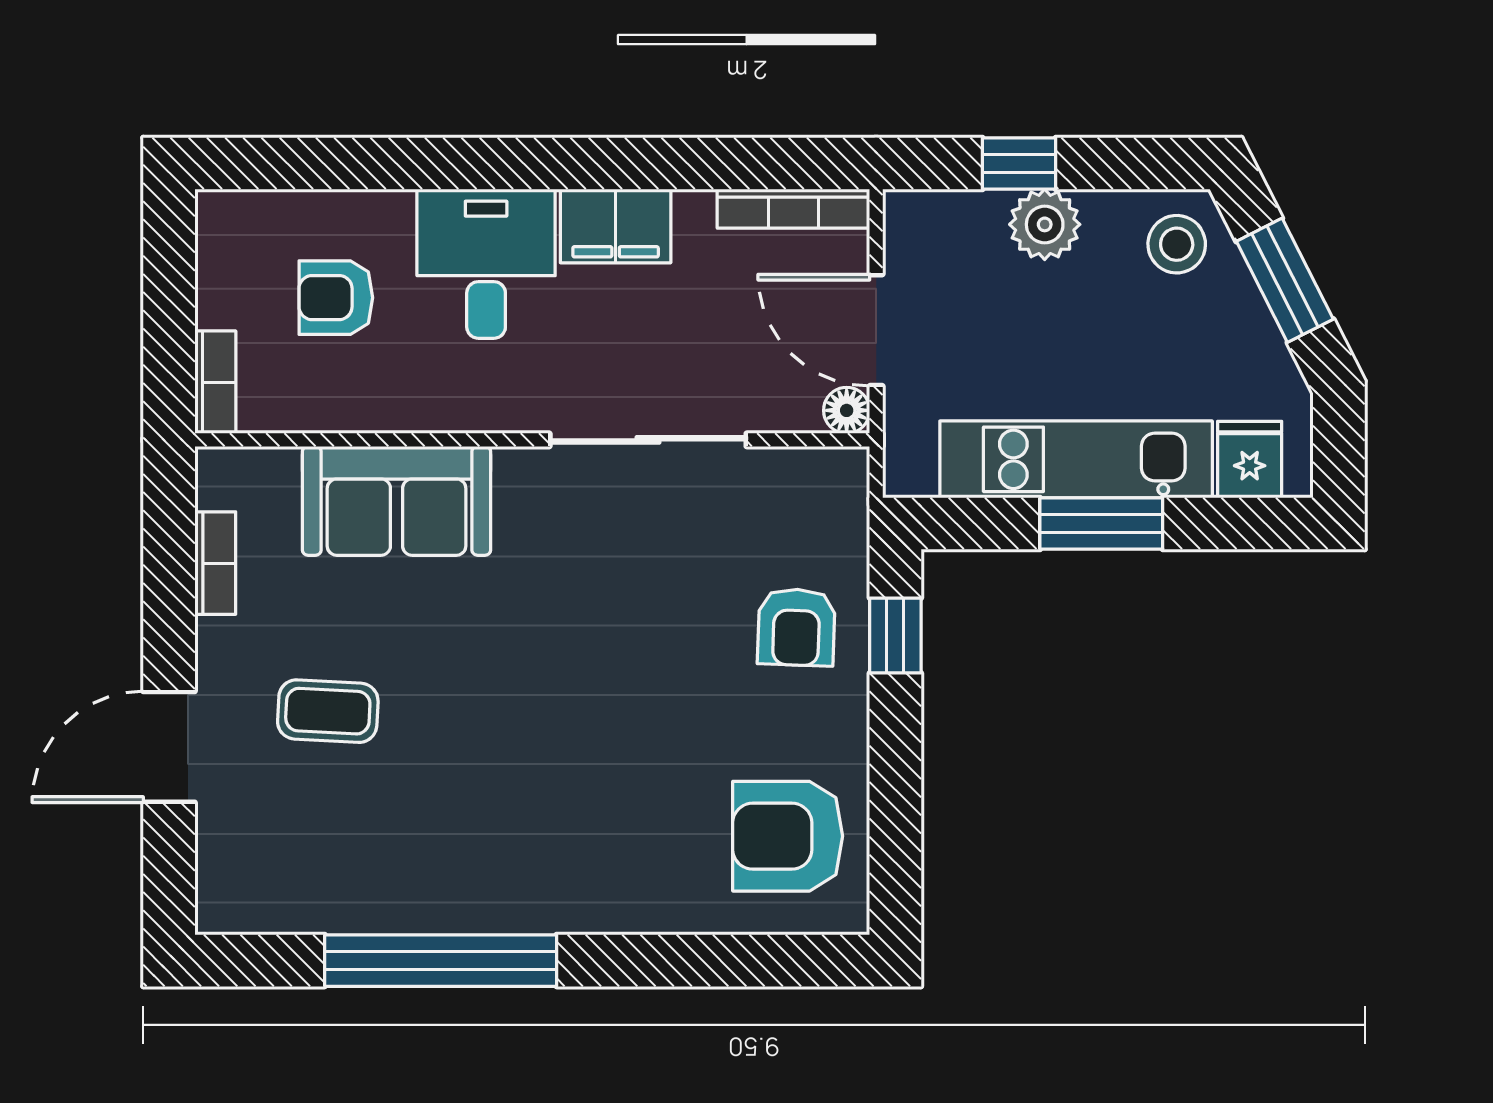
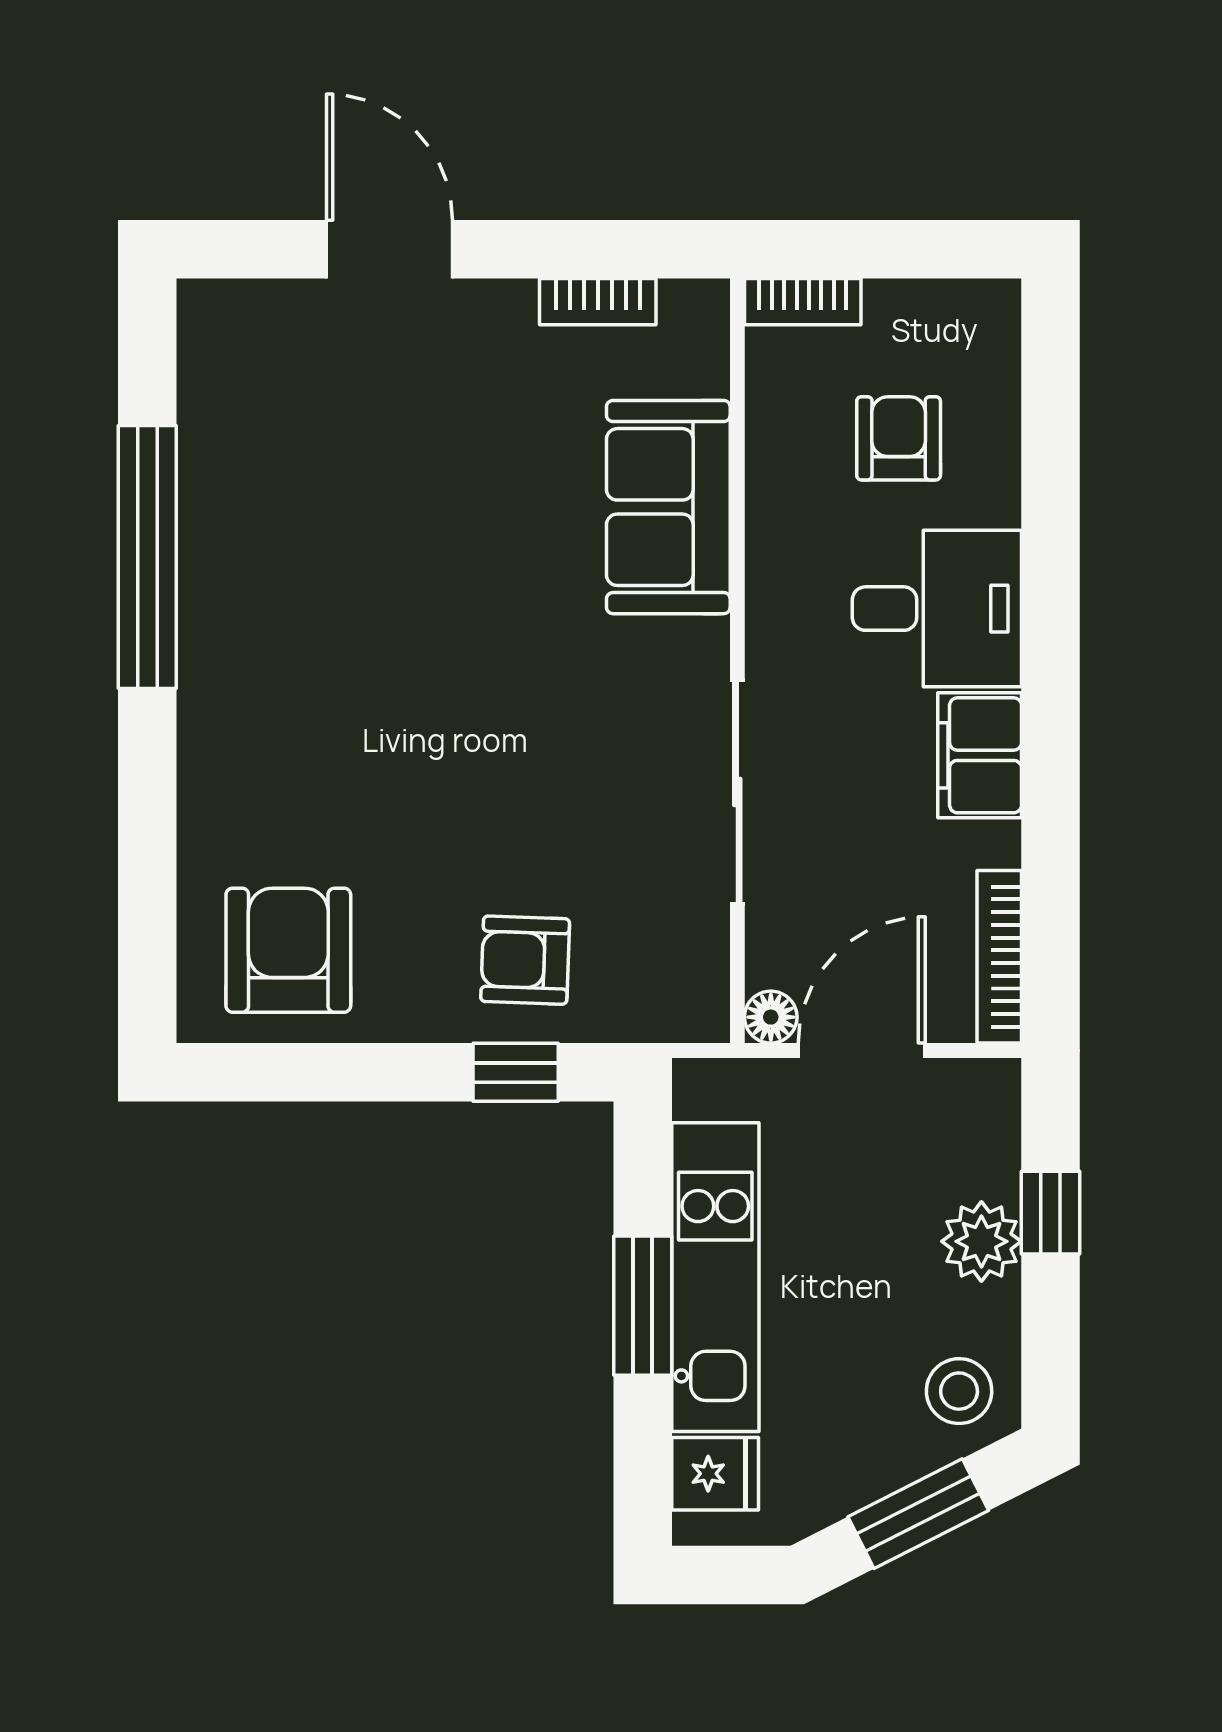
coffee table: (328, 711) -> (430, 429), removed

